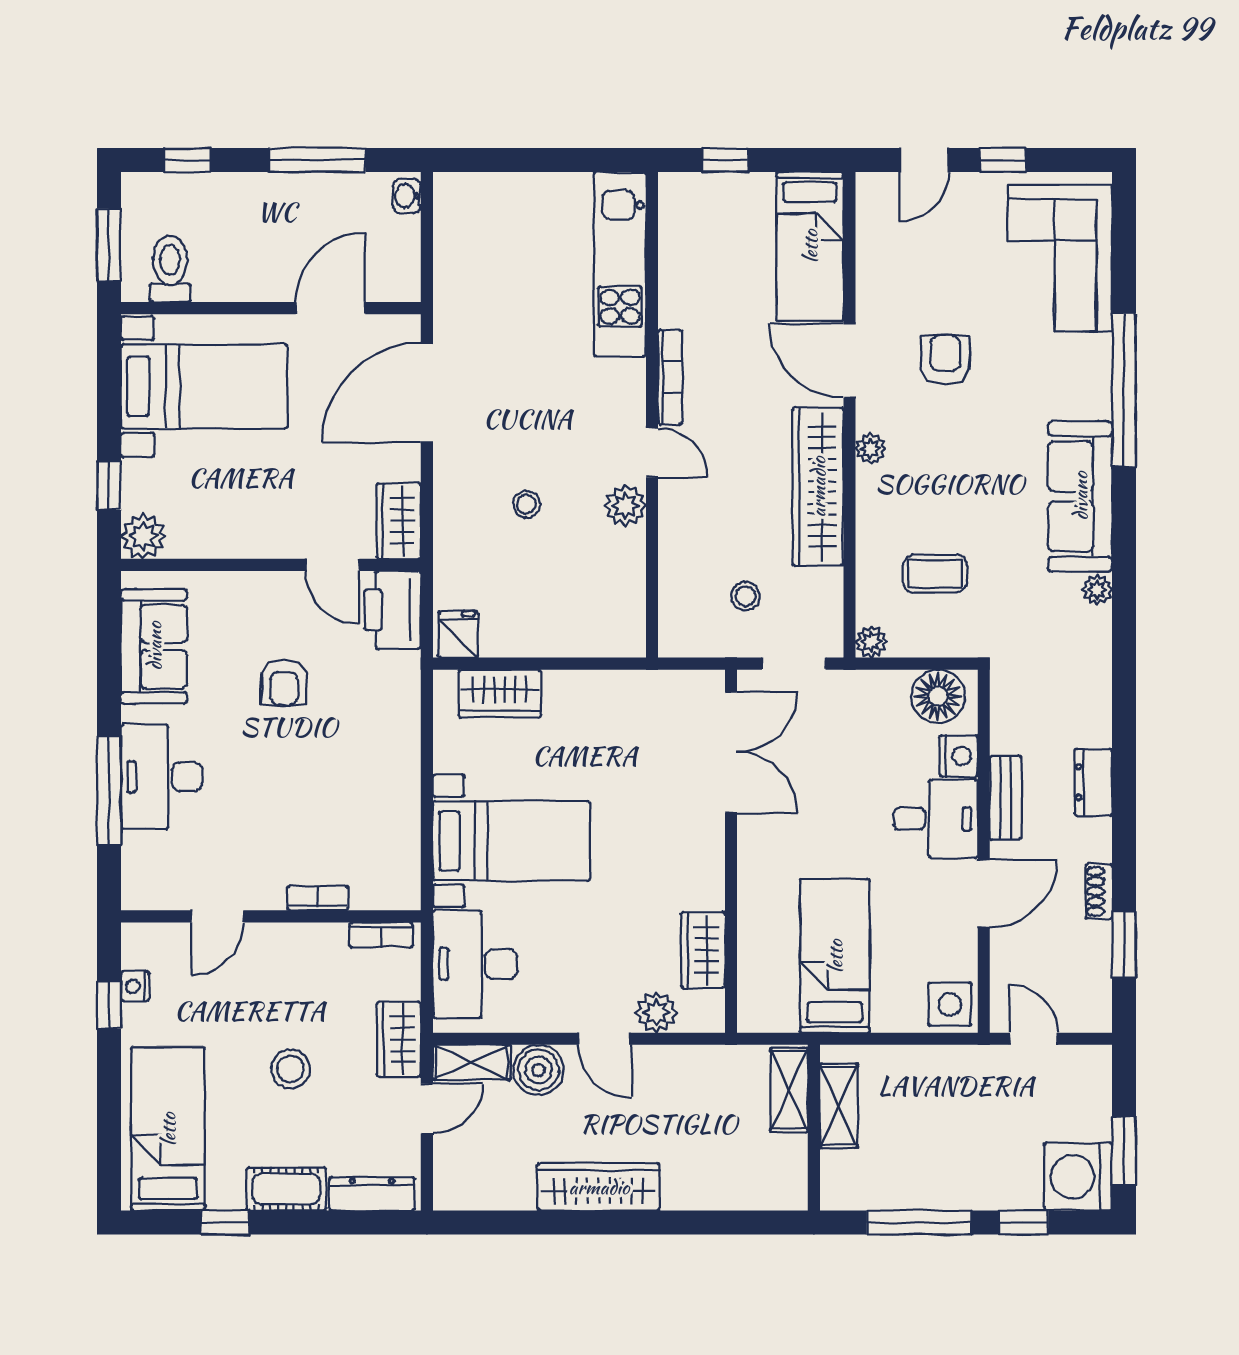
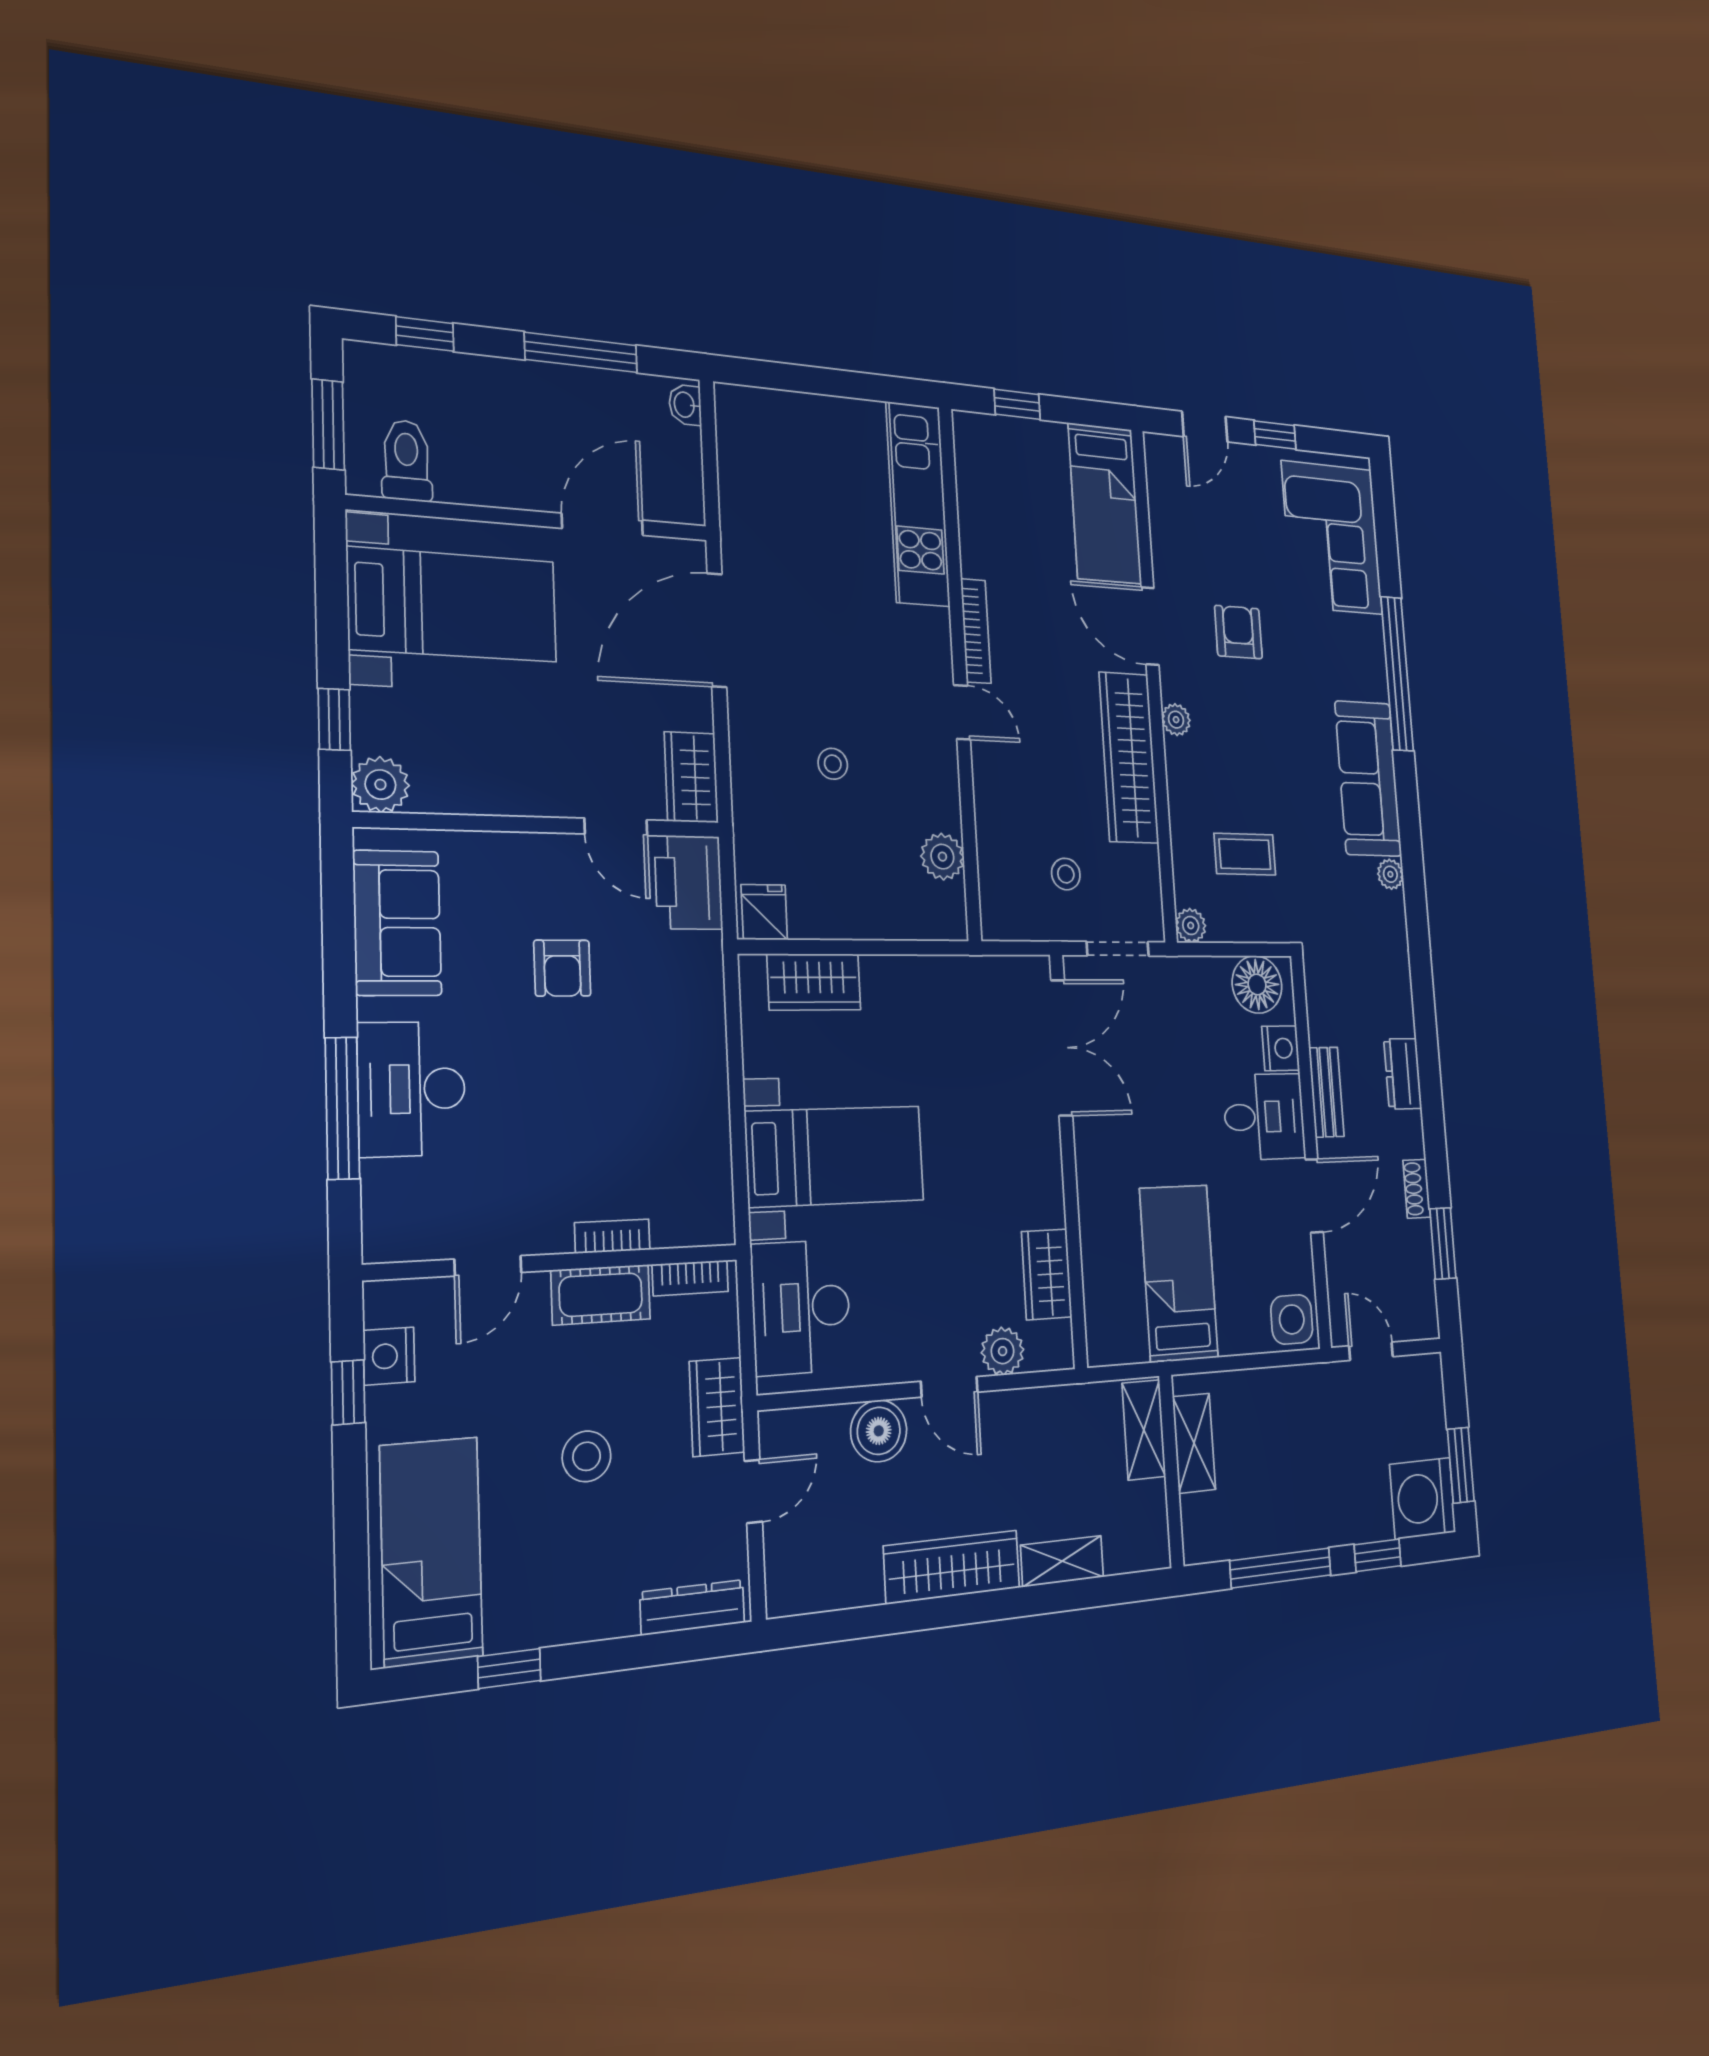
plant: (625, 506) -> (942, 857), moved
nightstand: (135, 986) -> (389, 1356), width x1.39, depth x1.35
shelving: (471, 1062) -> (1062, 1561), moved
cot: (286, 1189) -> (601, 1295), moved

